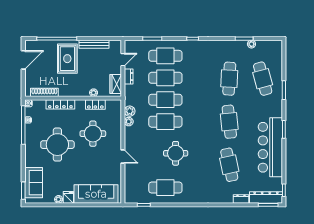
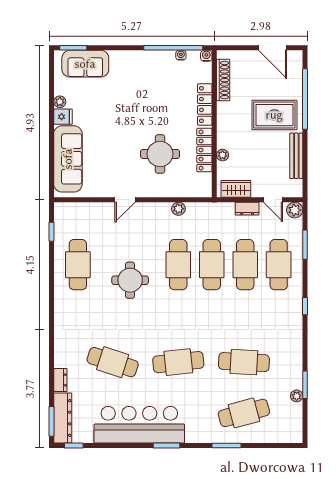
locker: (95, 105) -> (204, 150), width x1.53
plant: (130, 111) -> (295, 210), moved
round table: (57, 145) -> (143, 100), removed
cafe table: (229, 165) -> (113, 362), turned 30

